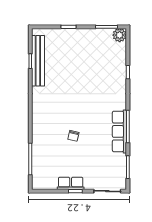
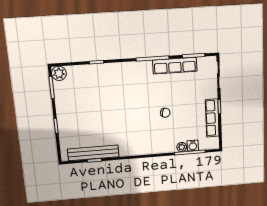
row of seats: (119, 131) -> (175, 66), moved
plant: (37, 151) -> (182, 147), added
water cooler: (37, 162) -> (193, 146), added
row of seats: (71, 183) -> (212, 118), width x1.48

